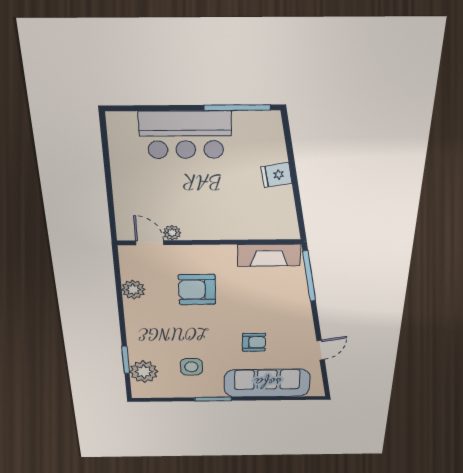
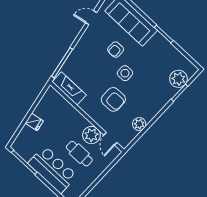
cafe table: (170, 189) -> (79, 154), added
plant: (172, 233) -> (91, 135), width x1.87, depth x1.87
armchair: (254, 342) -> (116, 50), turned -90
side table: (191, 367) -> (125, 73), moved

